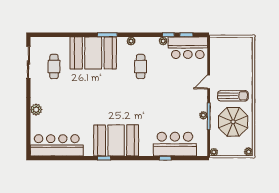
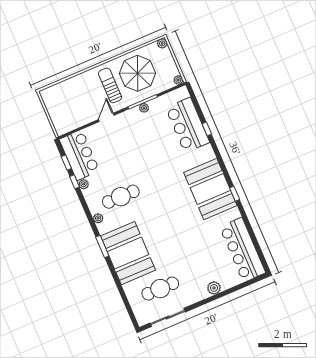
cafe table: (54, 67) -> (160, 289), width x1.37, depth x1.35
cafe table: (141, 67) -> (121, 197), width x1.37, depth x1.35
door: (209, 82) -> (106, 117), swing flipped

